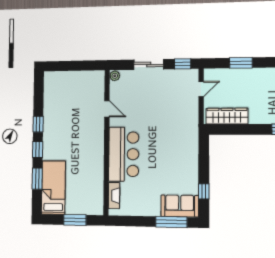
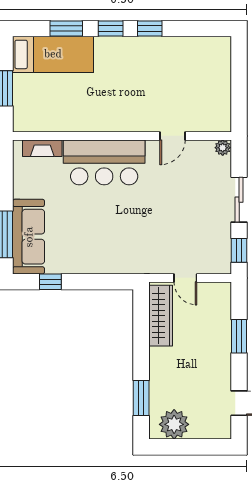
door: (201, 89) -> (185, 278), moved
sofa: (180, 206) -> (29, 237), width x1.36

